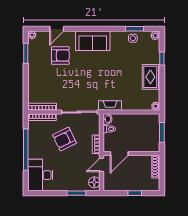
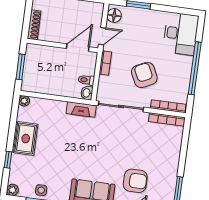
armchair: (60, 56) -> (135, 181), turned 180
armchair: (64, 139) -> (144, 75), turned -90

